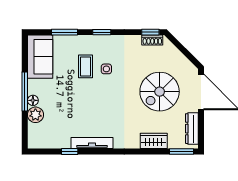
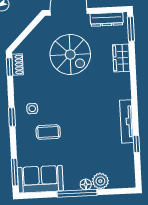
window: (64, 32) -> (15, 172), moved
side table: (106, 69) -> (32, 109), moved

